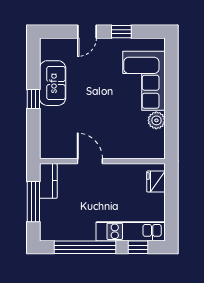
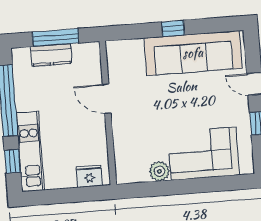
sofa: (53, 83) -> (193, 53), width x1.85, depth x1.27
door: (90, 161) -> (107, 99), swing flipped
kitchen counter: (48, 181) -> (51, 55), moved

